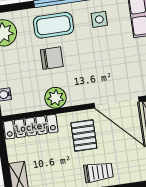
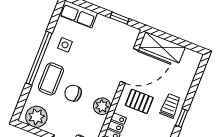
chair: (52, 58) -> (73, 93), turned -90

